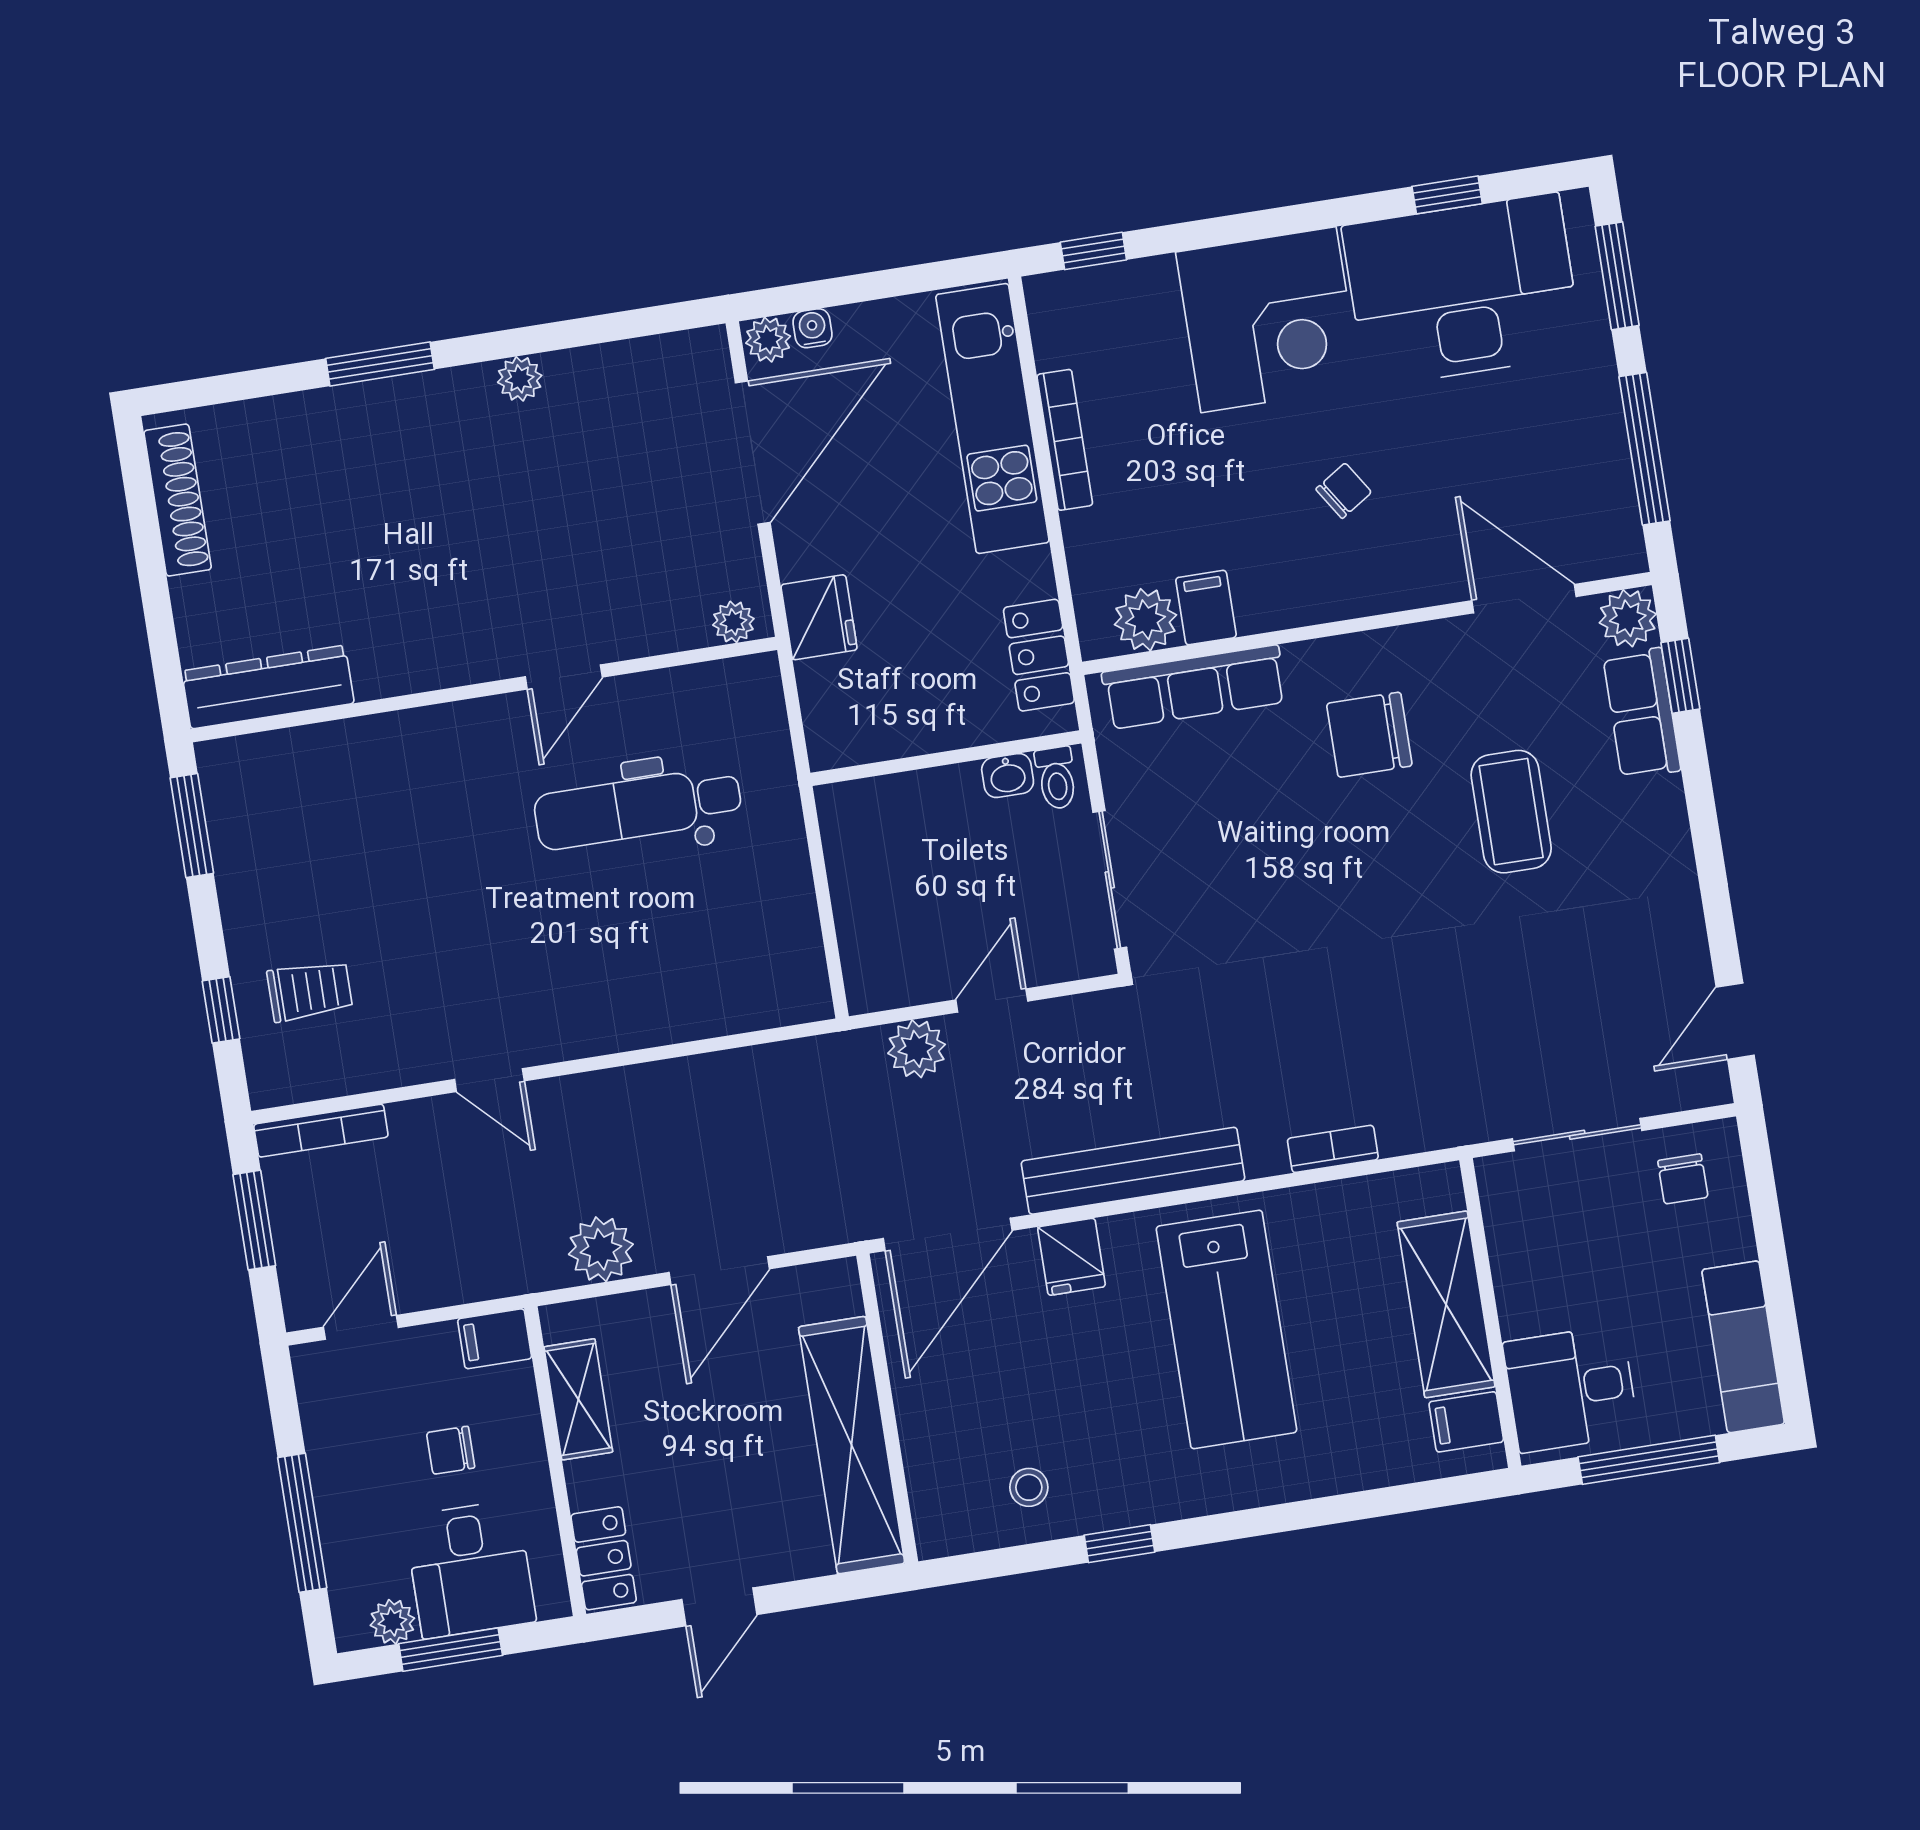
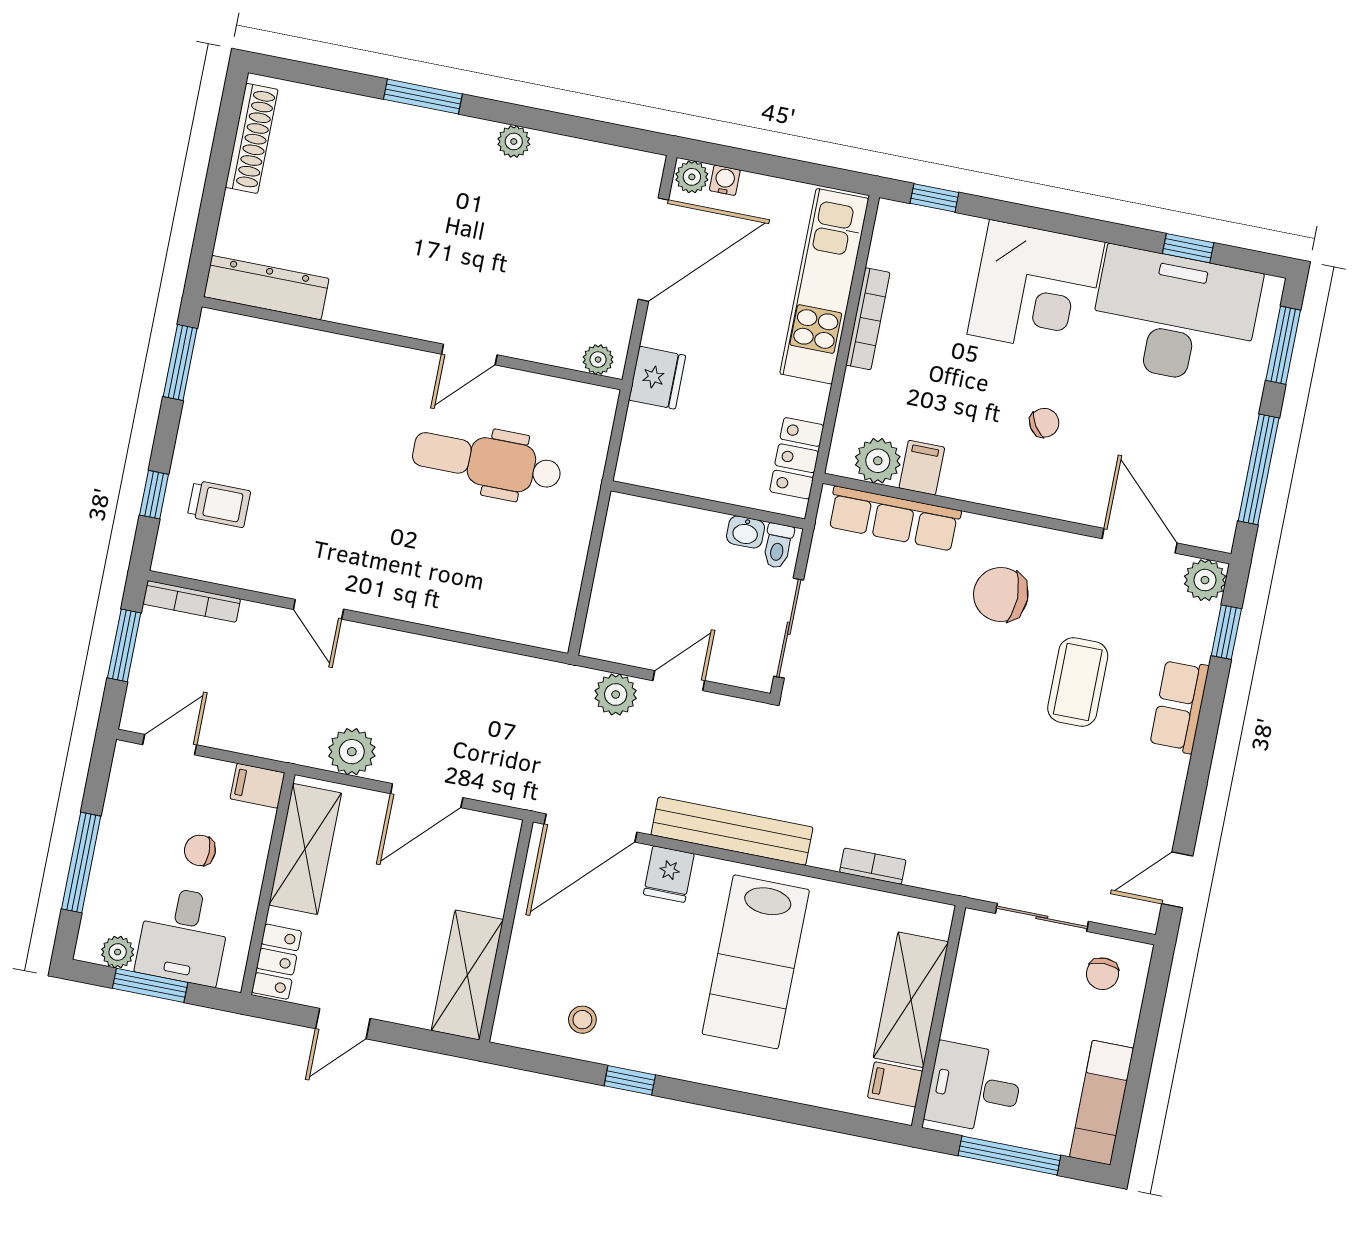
row of seats: (1642, 713) -> (1179, 706), moved
shelving: (578, 1399) -> (305, 849), width x1.50, depth x1.33
shelving: (852, 1445) -> (467, 975), width x0.68

